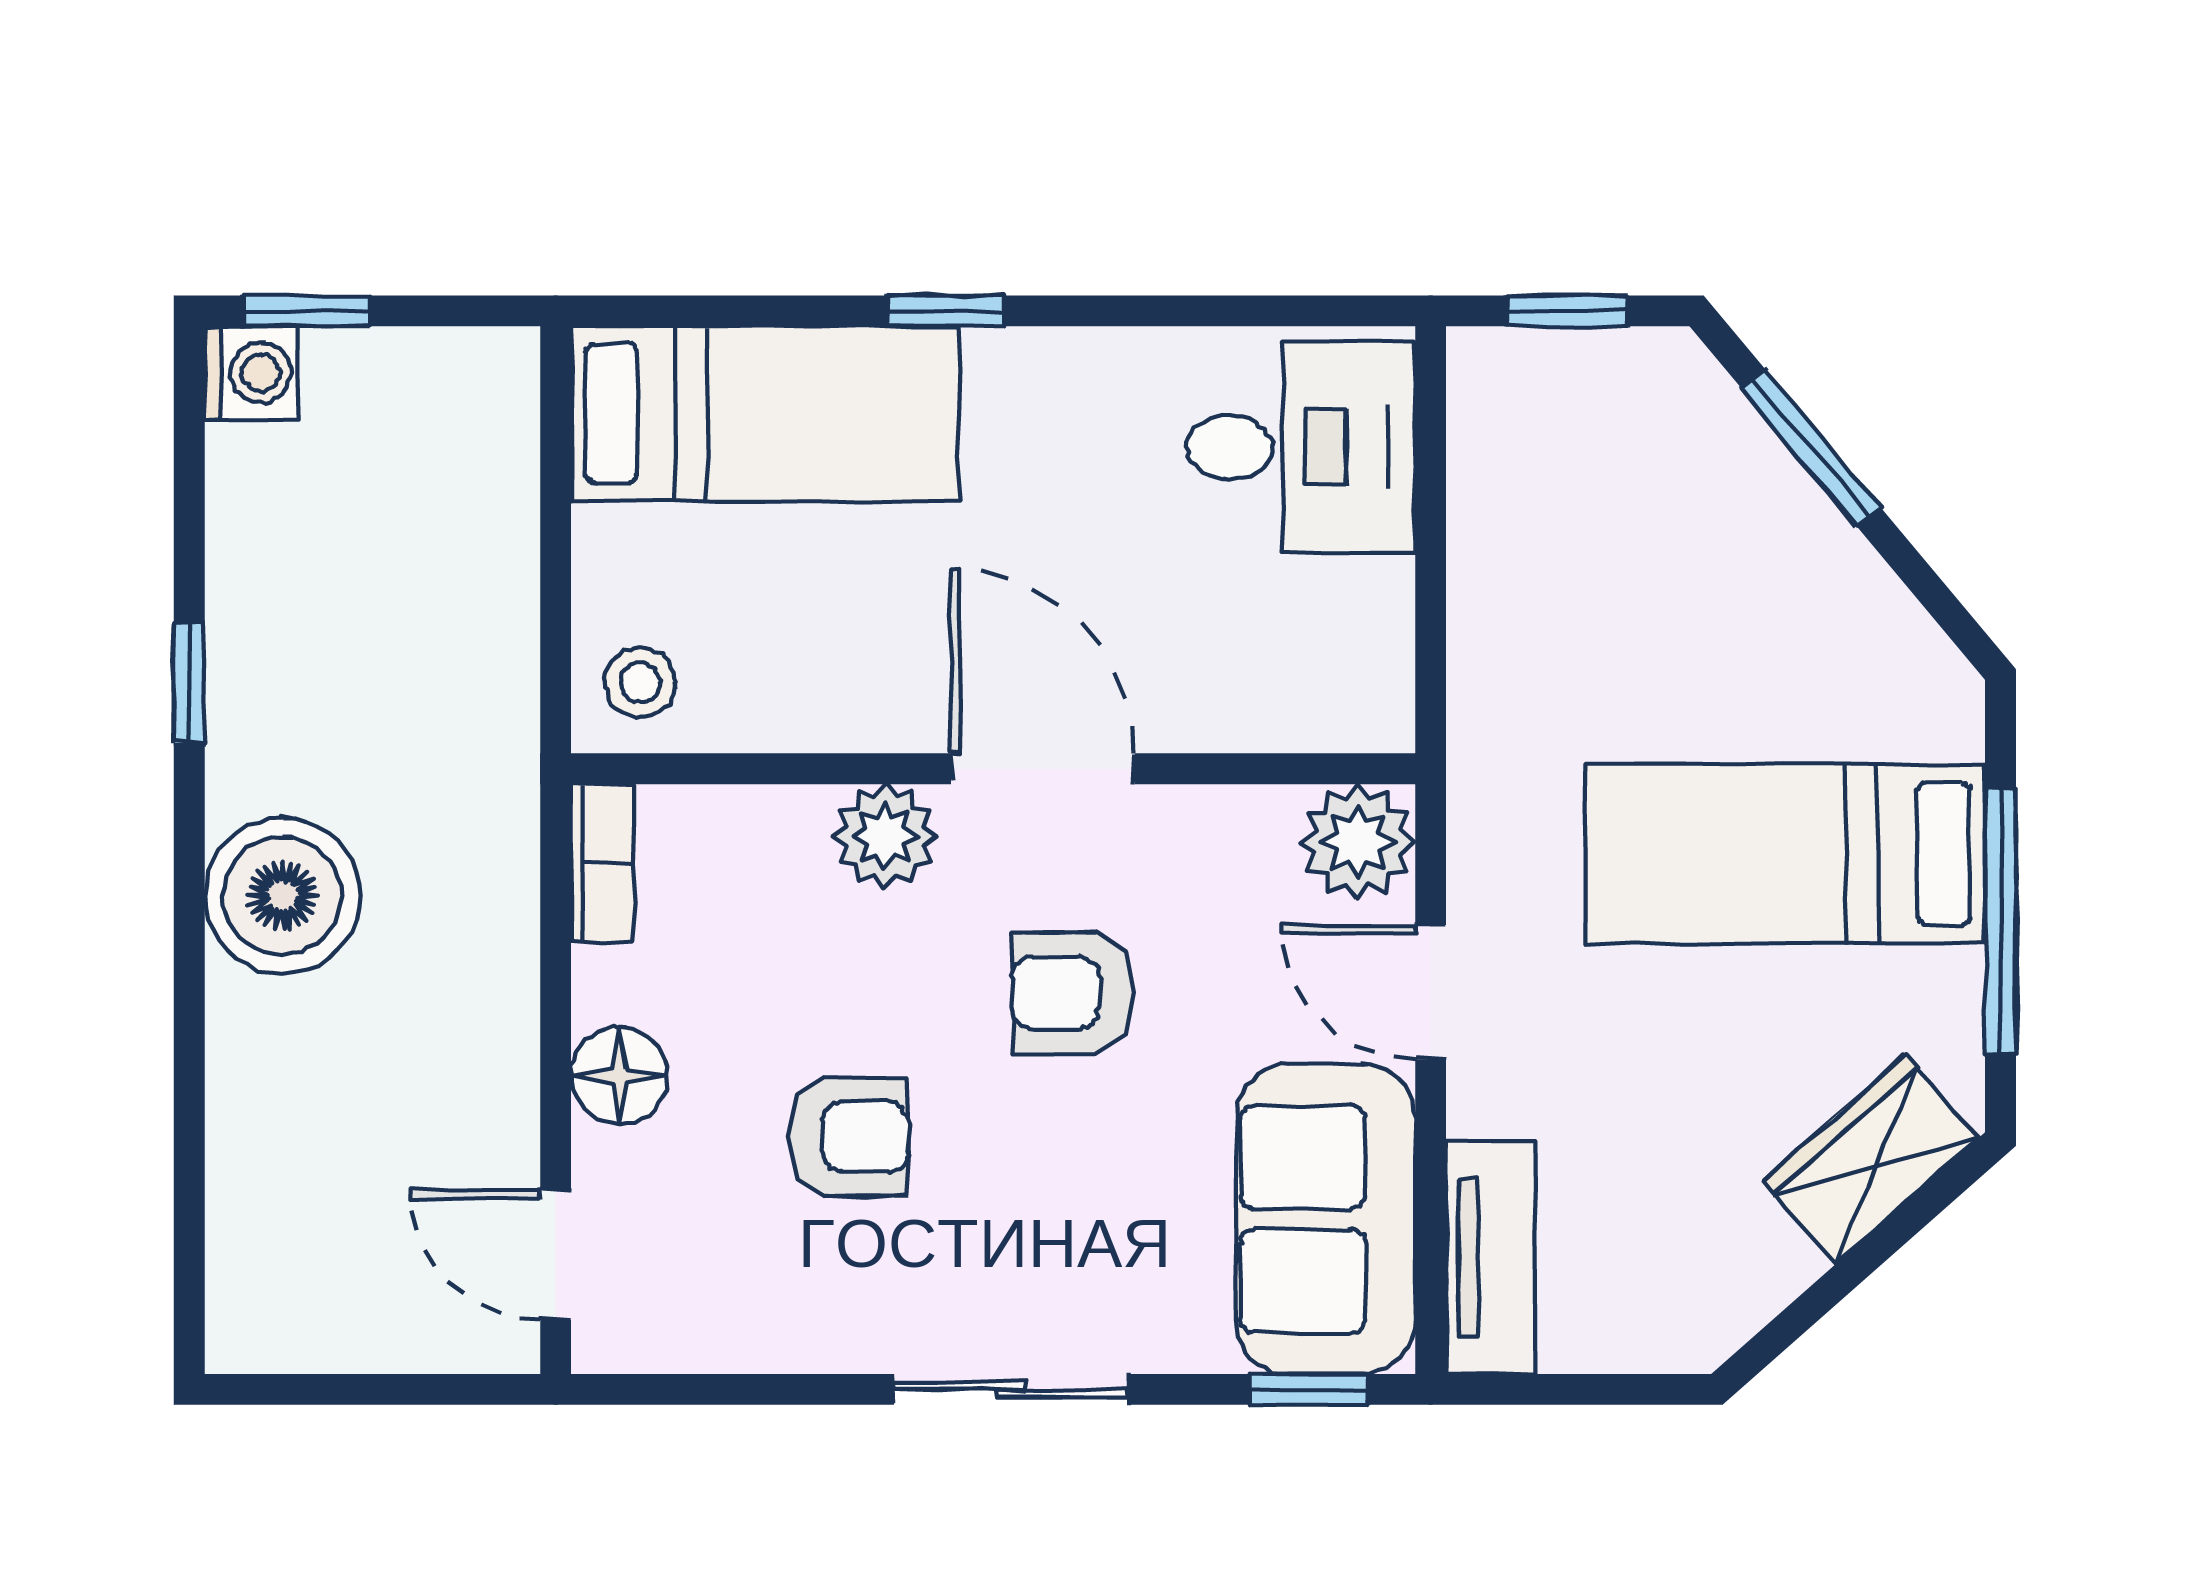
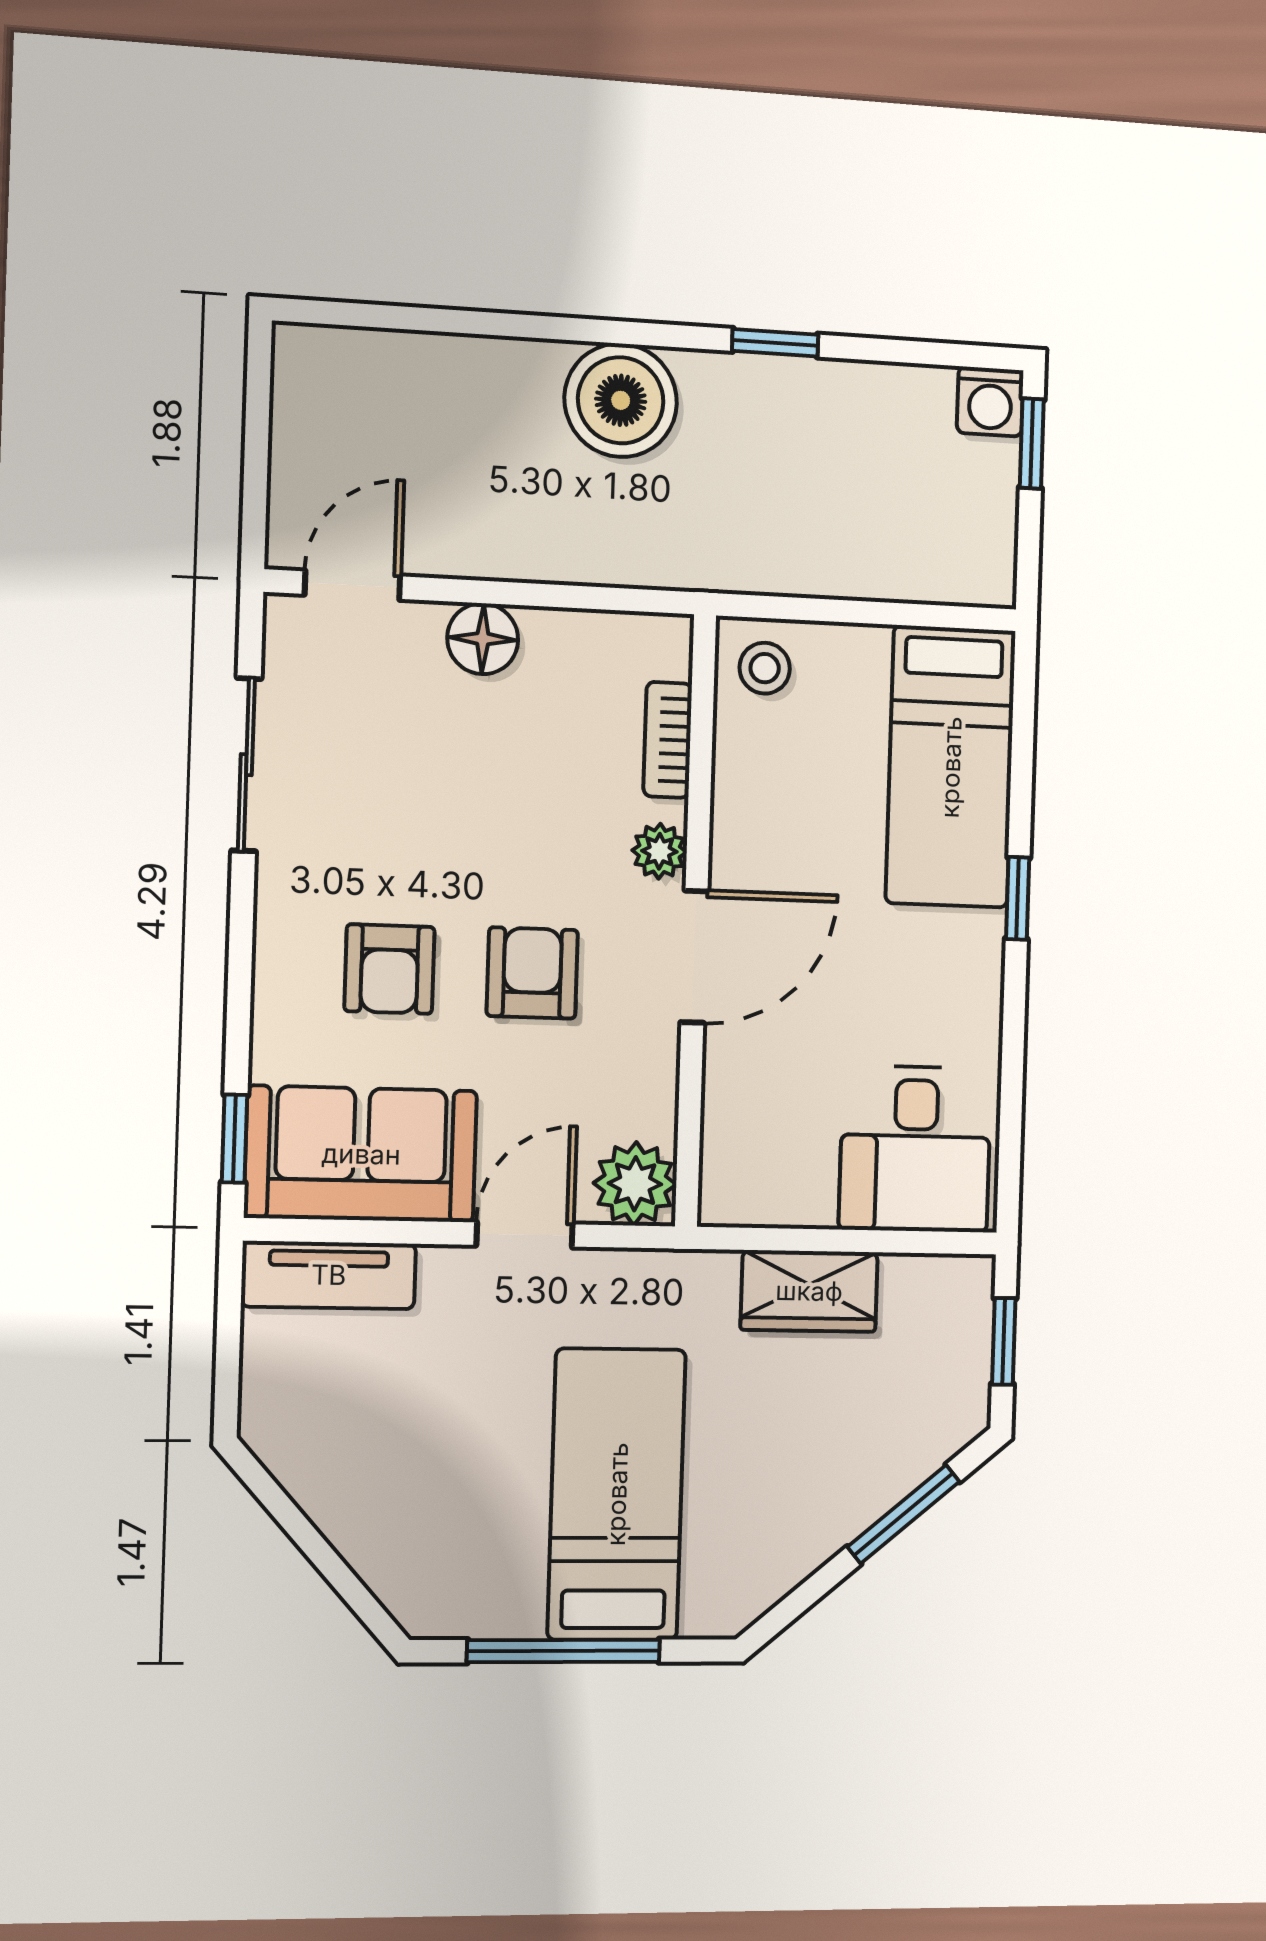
plant: (885, 836) -> (659, 851), width x0.73, depth x0.73
bookcase: (602, 863) -> (668, 740), moved, turned 90
armchair: (849, 1137) -> (389, 969), moved
wardrobe: (1871, 1159) -> (809, 1291), moved, turned 131
sliding door: (1011, 1389) -> (246, 765), moved

